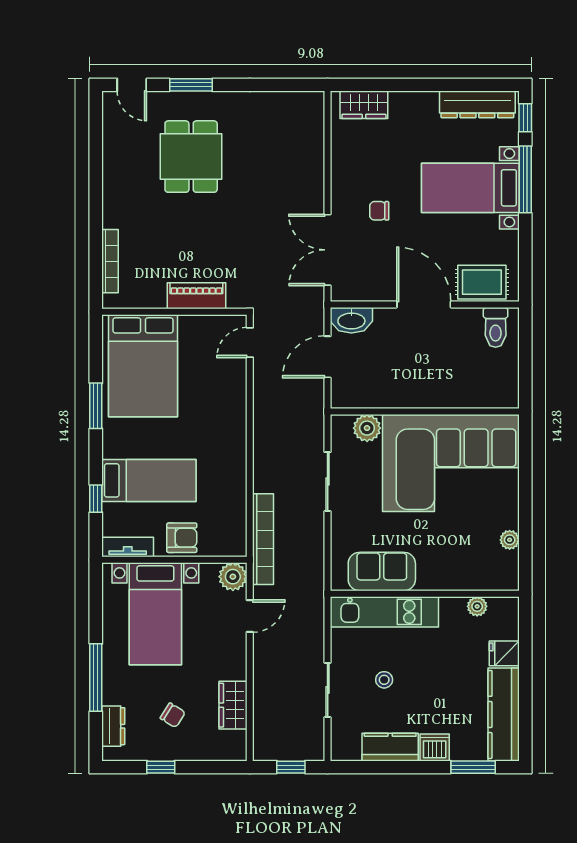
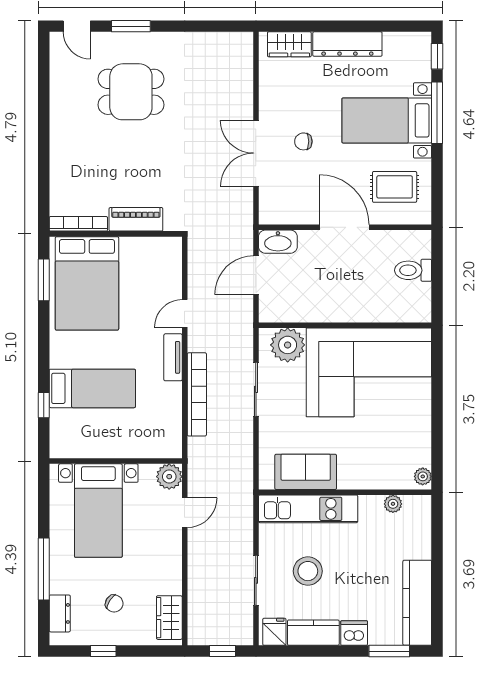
dresser: (477, 104) -> (347, 44), moved
dining table: (191, 157) -> (131, 92), turned 90
double door: (328, 250) -> (256, 153), moved
bookcase: (110, 261) -> (78, 224), moved, turned -90
rug: (482, 282) -> (395, 187), moved
toilet: (496, 327) -> (413, 270), moved, turned 90
door: (250, 343) -> (185, 313), moved
window: (96, 406) -> (44, 280), moved
plant: (367, 428) -> (288, 345), width x1.36, depth x1.36
armchair: (182, 538) -> (122, 441), removed
bookcase: (263, 539) -> (197, 394), moved
plant: (510, 540) -> (423, 476), moved
tv unit: (128, 547) -> (173, 357), moved, turned -90
fridge: (504, 653) -> (274, 632), moved, turned 90
stool: (384, 680) -> (308, 571), width x1.89, depth x1.89
wardrobe: (233, 705) -> (169, 618), moved

